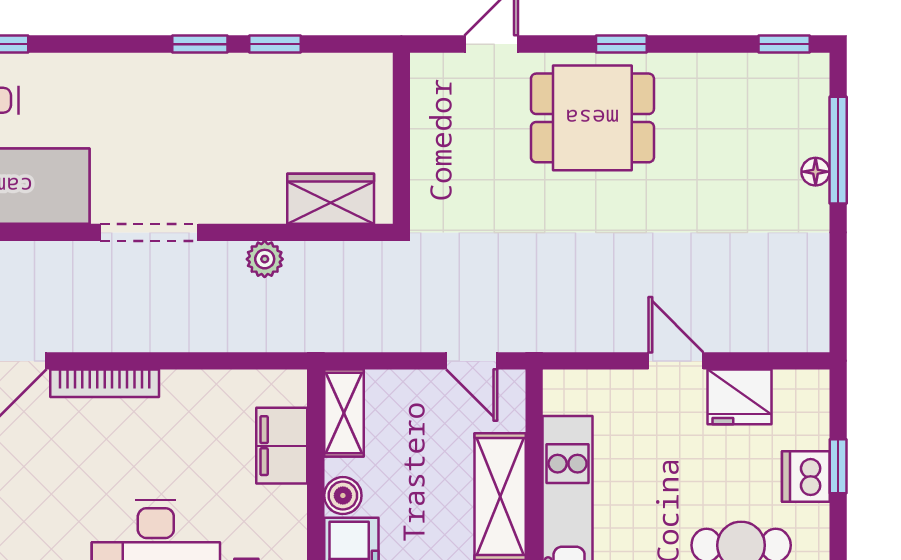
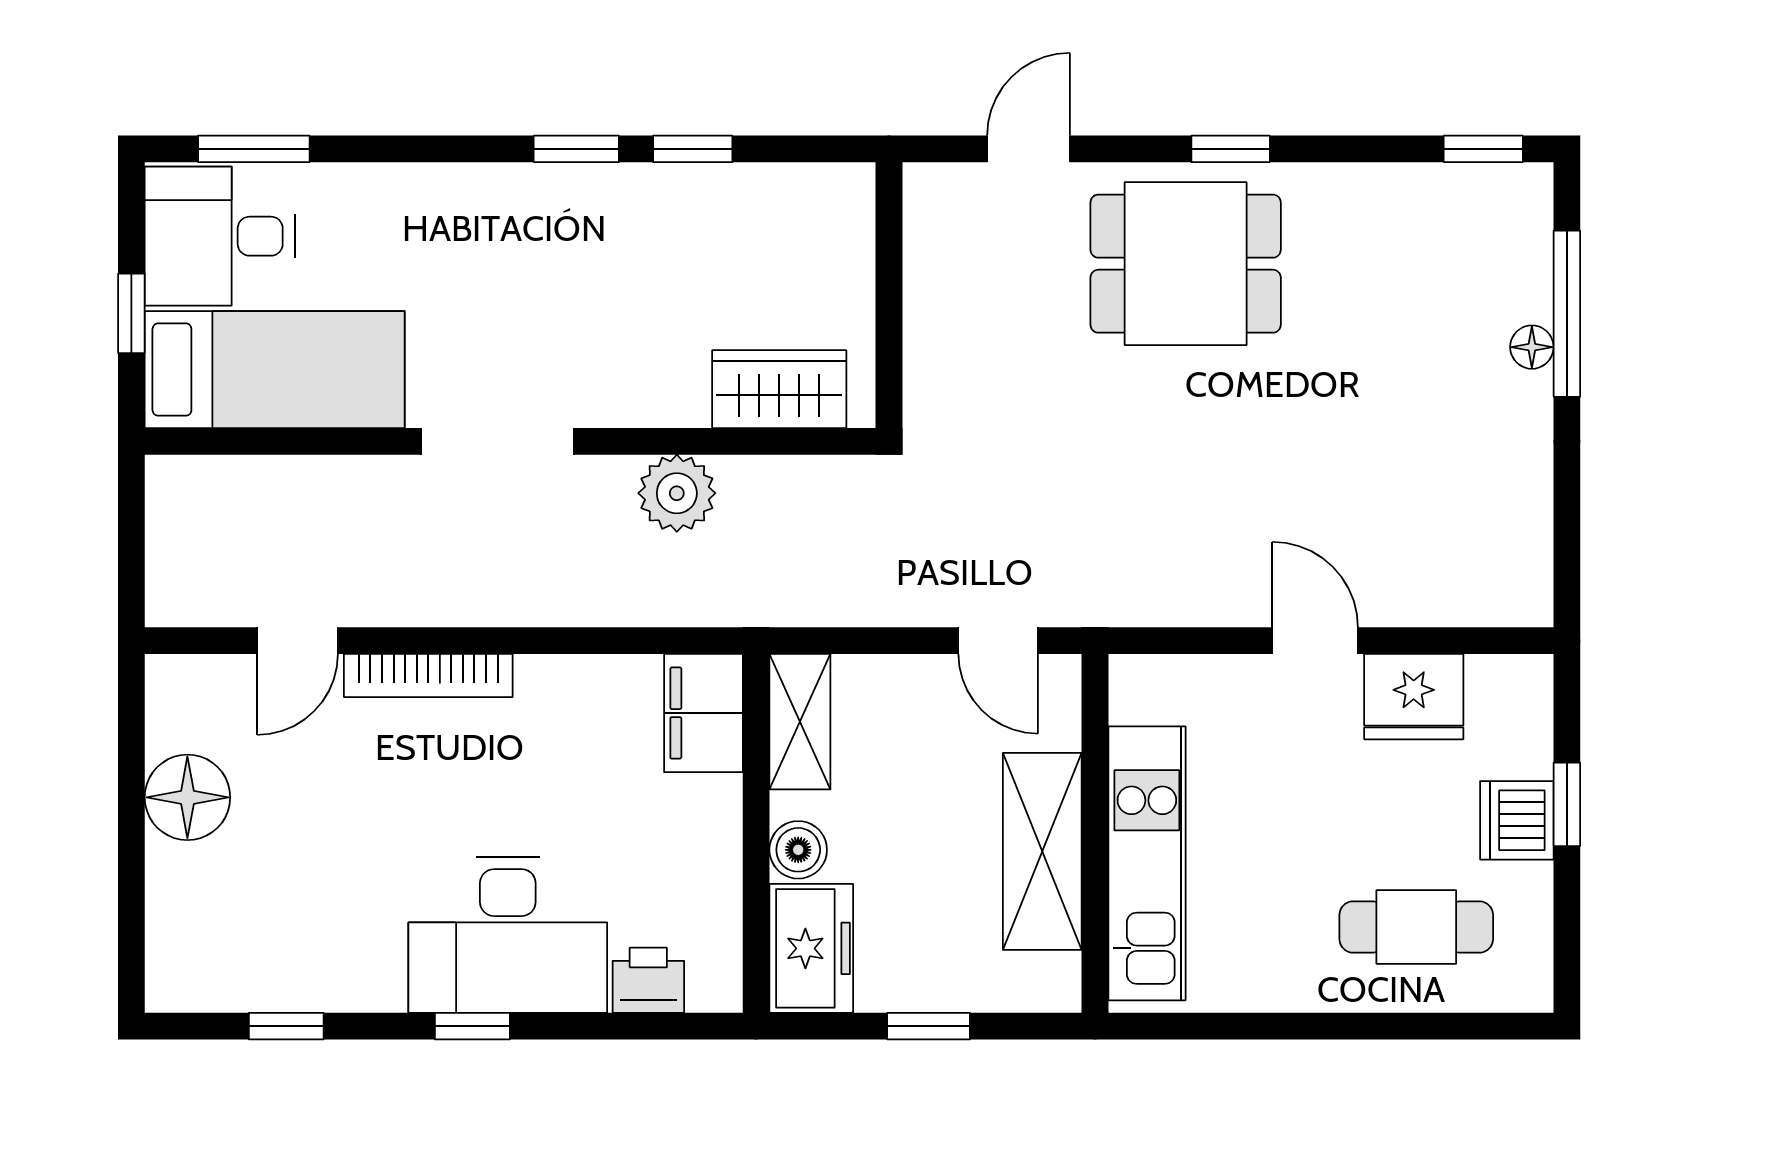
plant: (265, 259) -> (677, 493), width x1.38, depth x1.38
filing cabinet: (282, 446) -> (703, 713), moved

